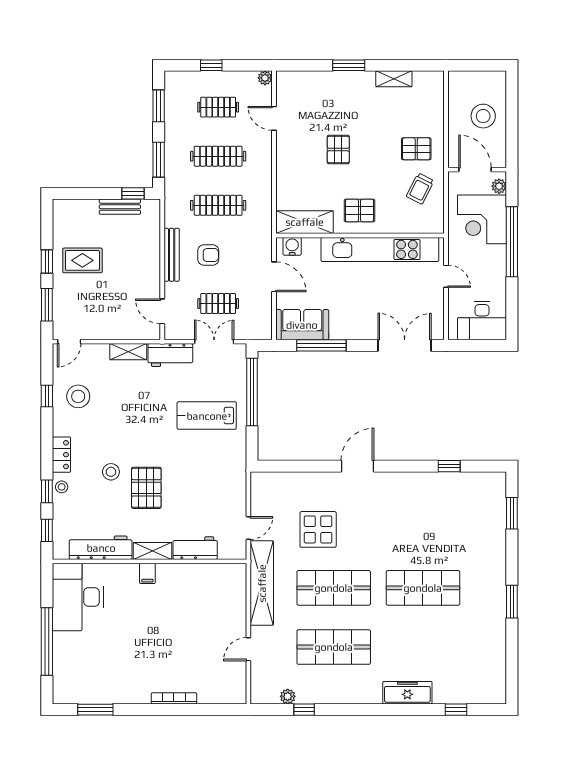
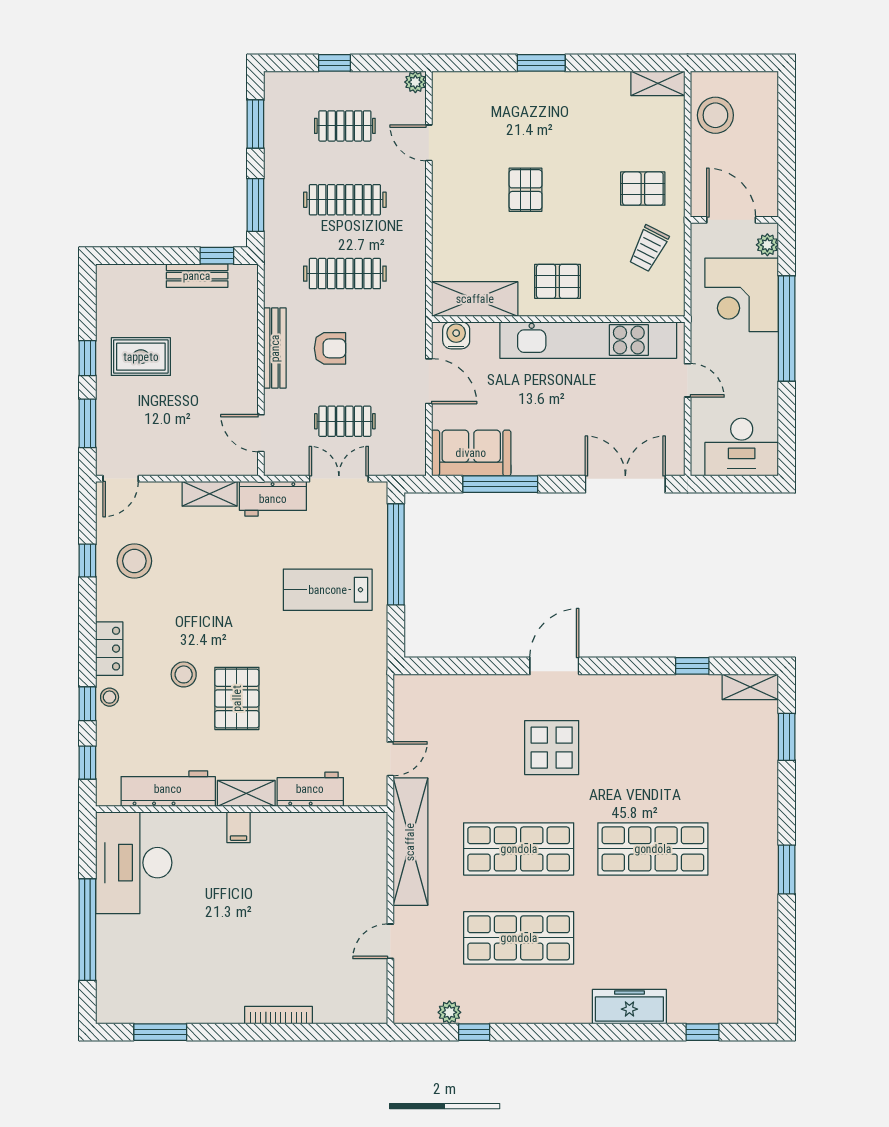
shelving: (394, 79) -> (658, 83), moved
stool: (483, 116) -> (715, 115), moved
shelving: (488, 480) -> (750, 687), added
display table: (318, 529) -> (552, 748), moved

